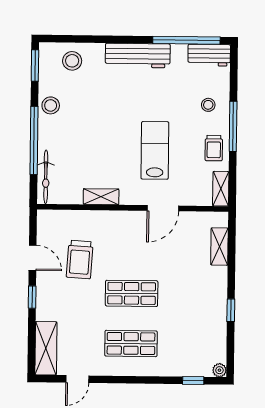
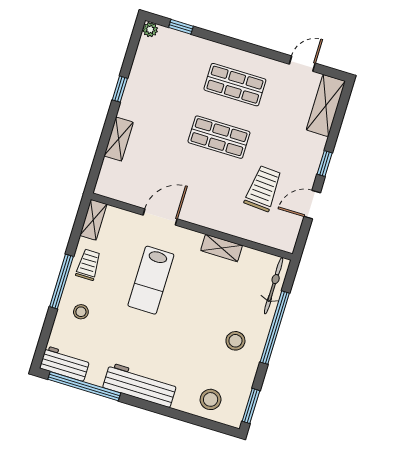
stool: (51, 105) -> (235, 341), moved
shelving: (219, 247) -> (119, 139), moved
door: (33, 258) -> (312, 205), hinge flipped

